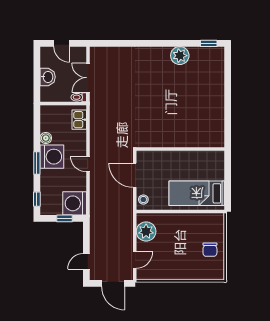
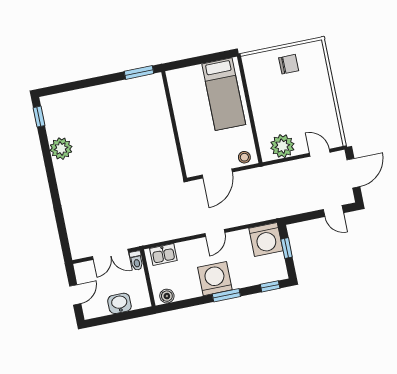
window: (228, 130) -> (139, 72), added
boiler: (46, 138) -> (167, 296), moved

